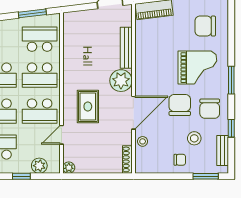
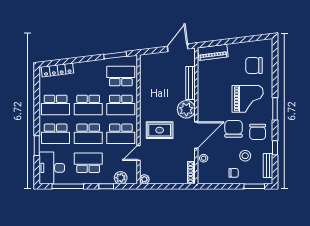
rug: (88, 106) -> (160, 130), turned 90

